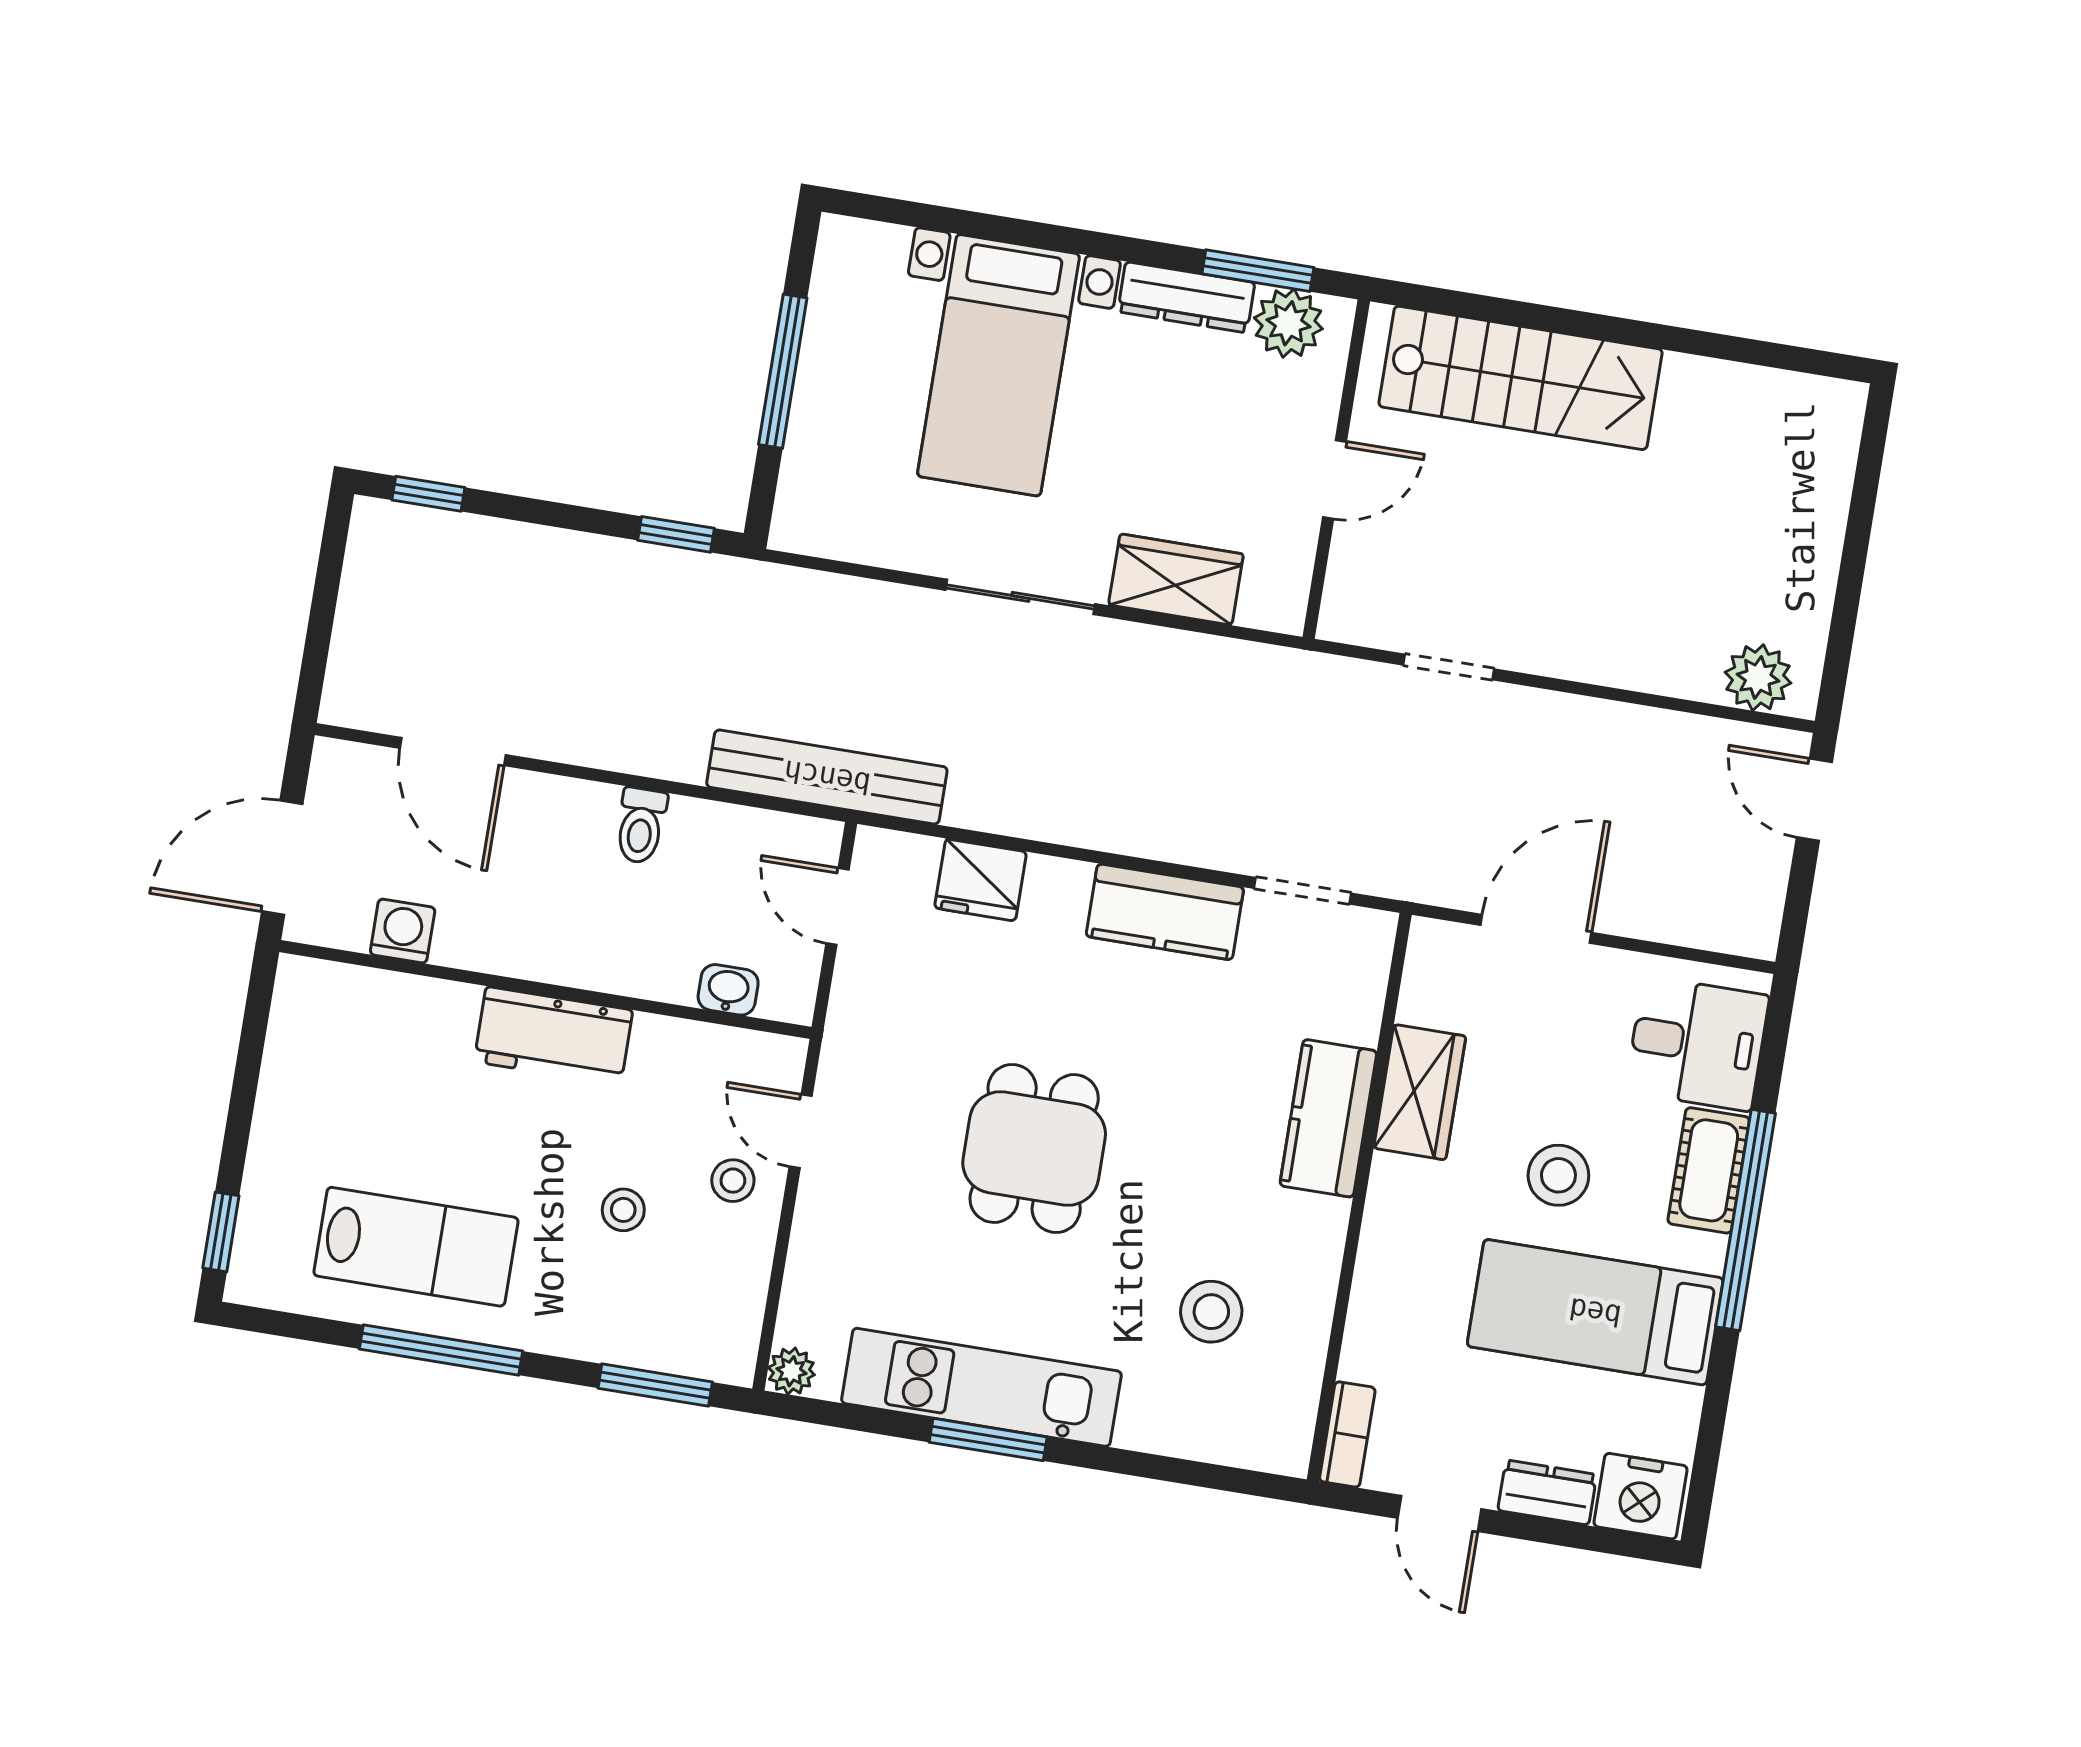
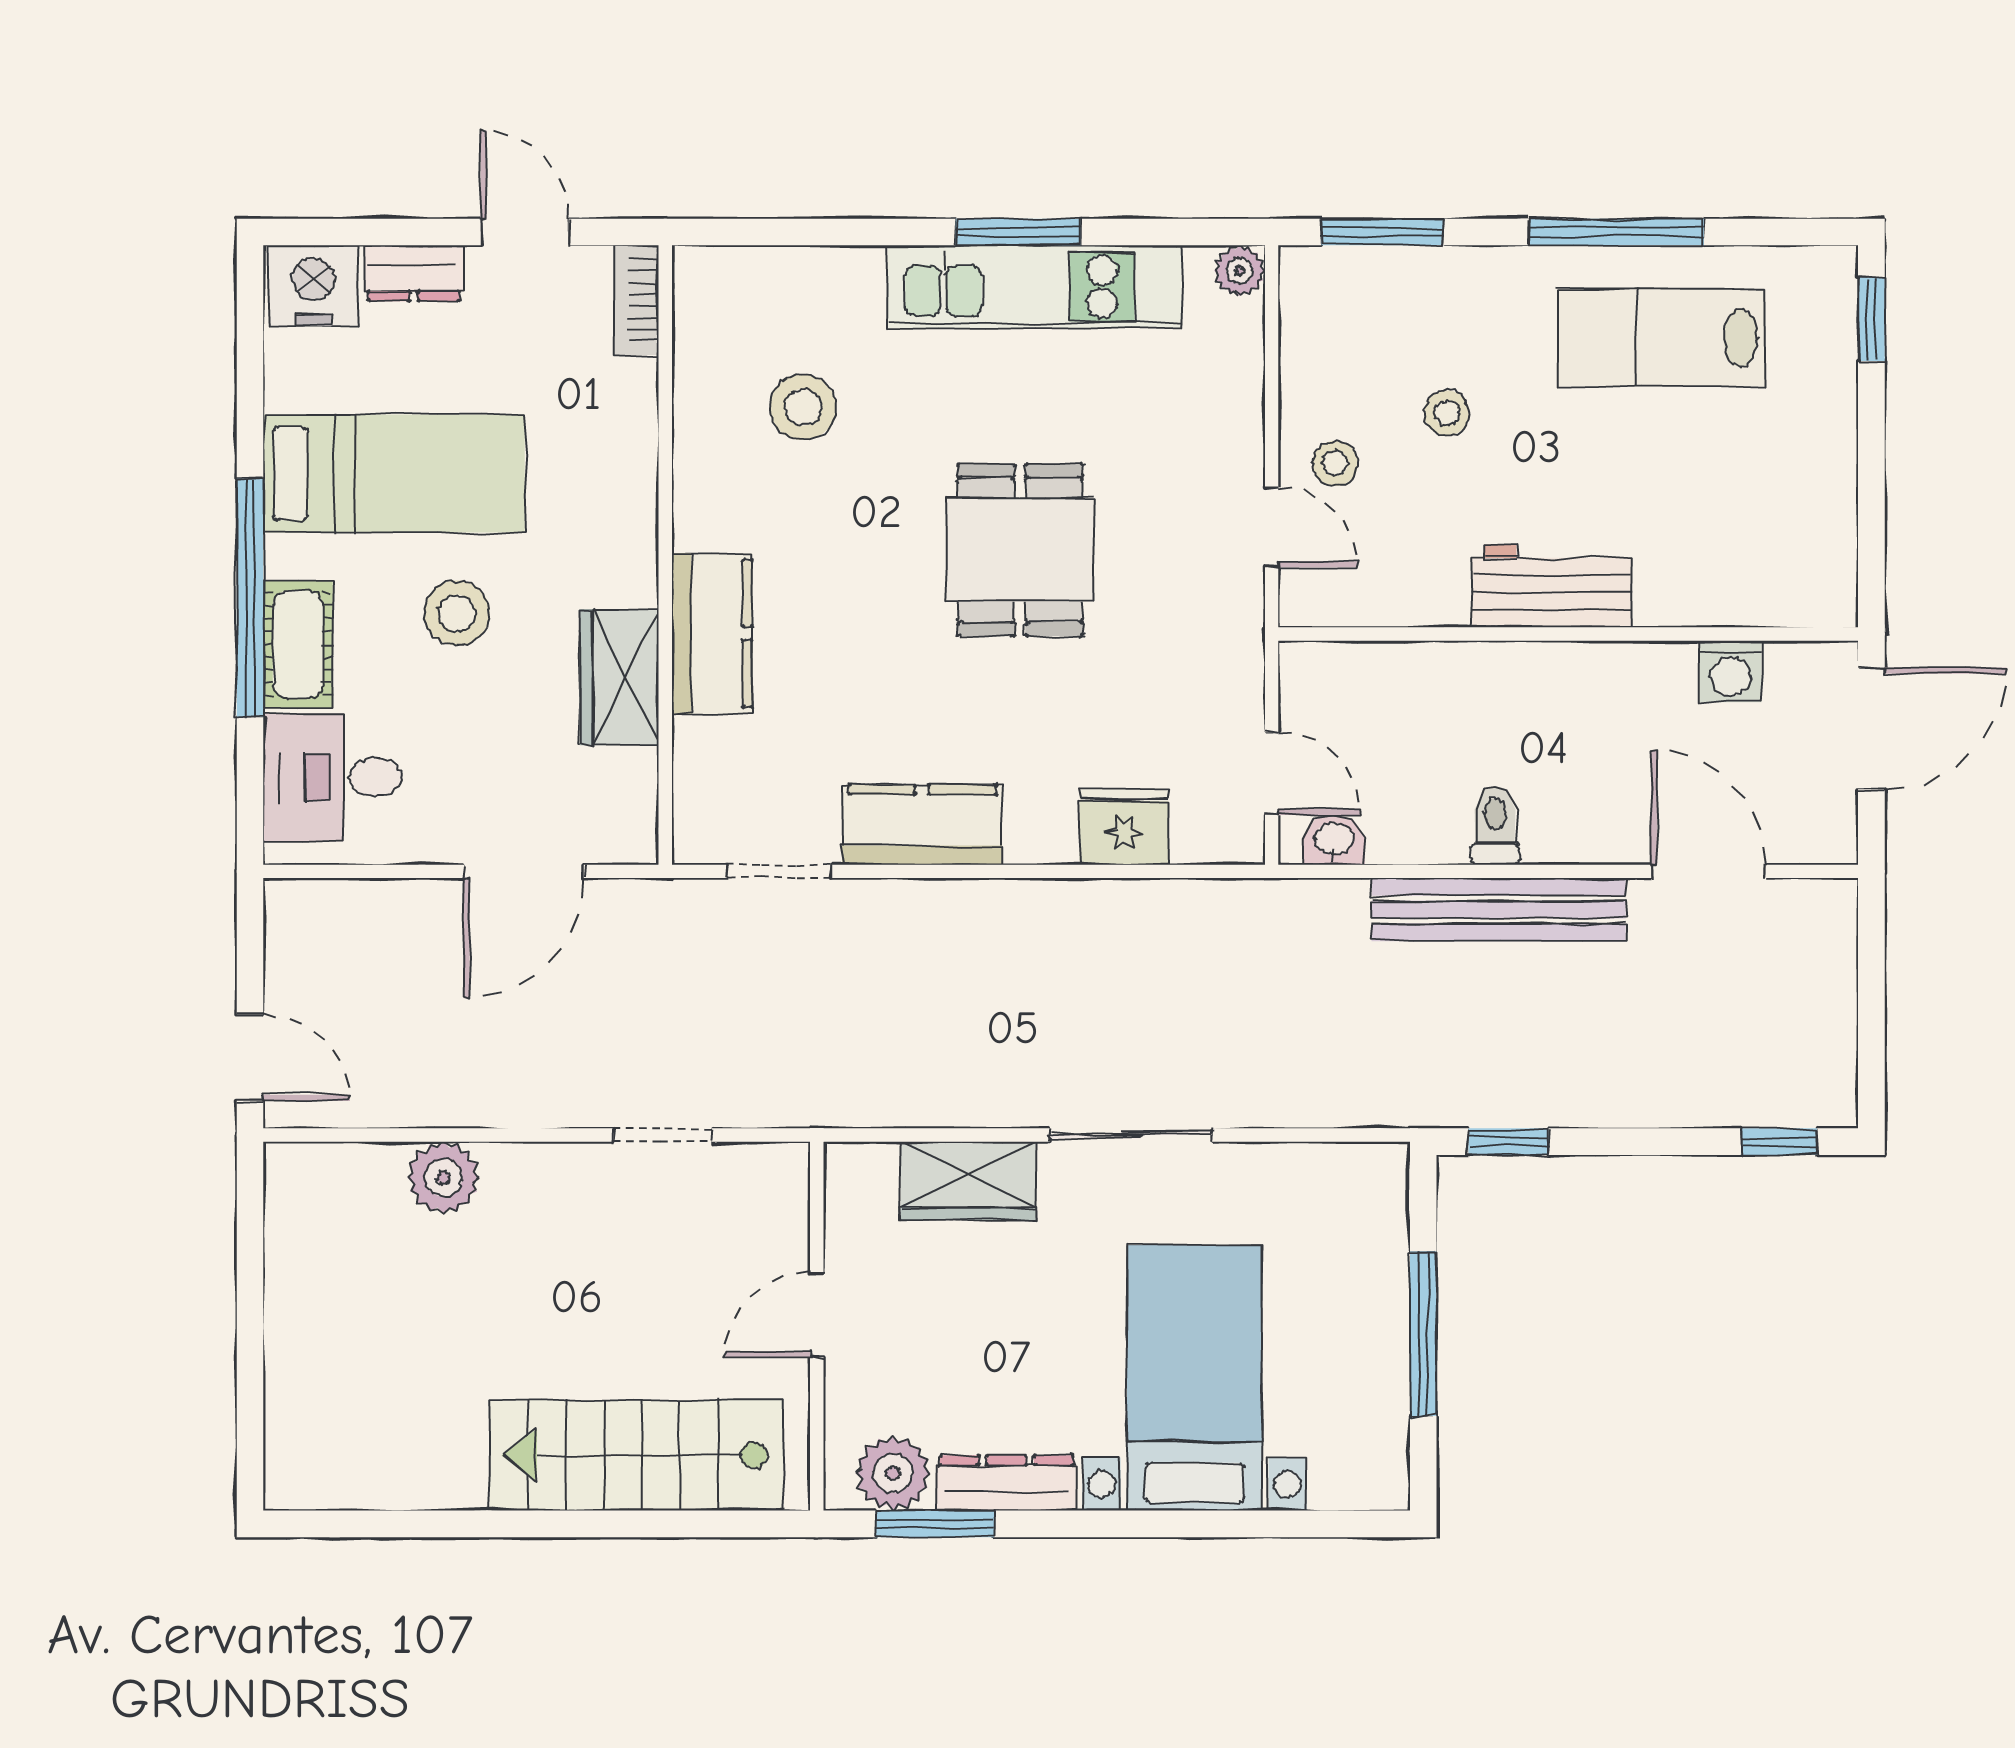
plant: (1758, 678) -> (443, 1178), moved
bench: (827, 777) -> (1499, 910), moved
washbasin: (728, 990) -> (1334, 840), moved, turned 180

